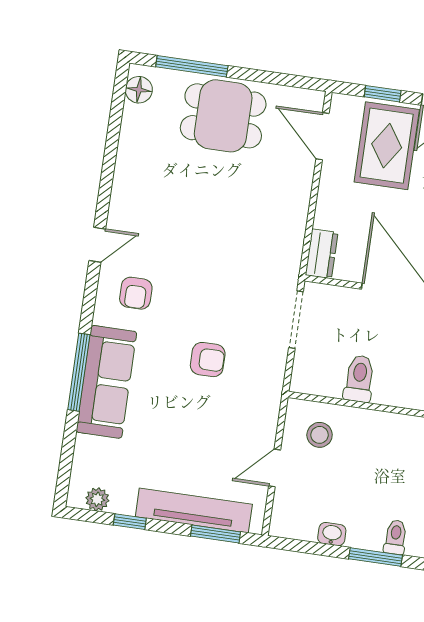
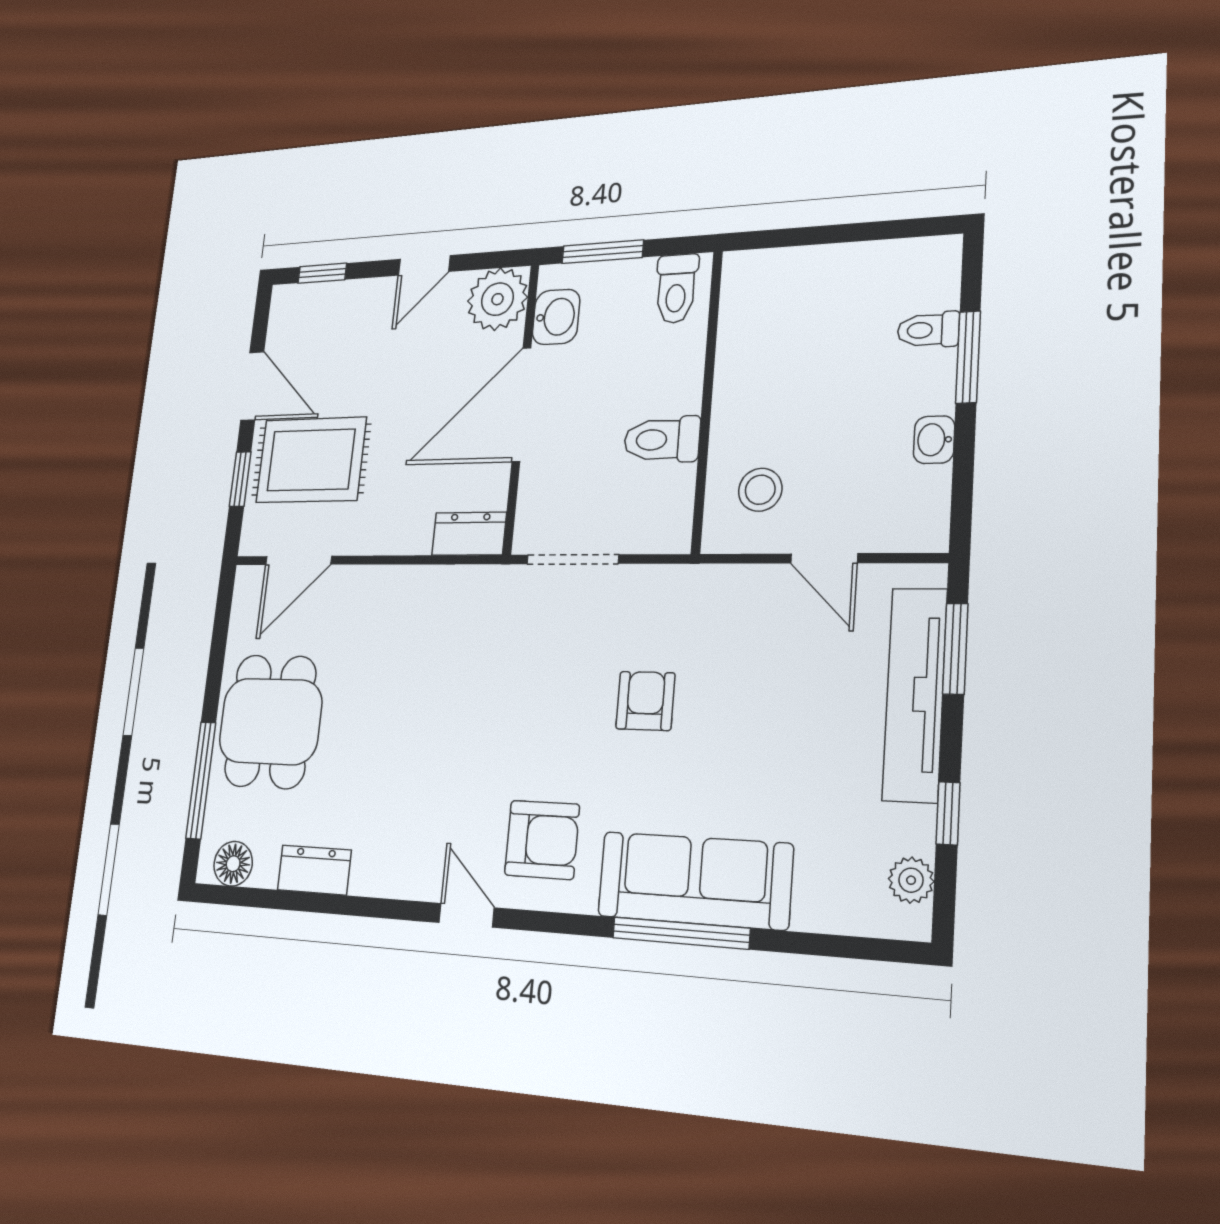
dresser: (131, 146) -> (314, 870), added
armchair: (136, 293) -> (542, 840), width x1.38, depth x1.38

